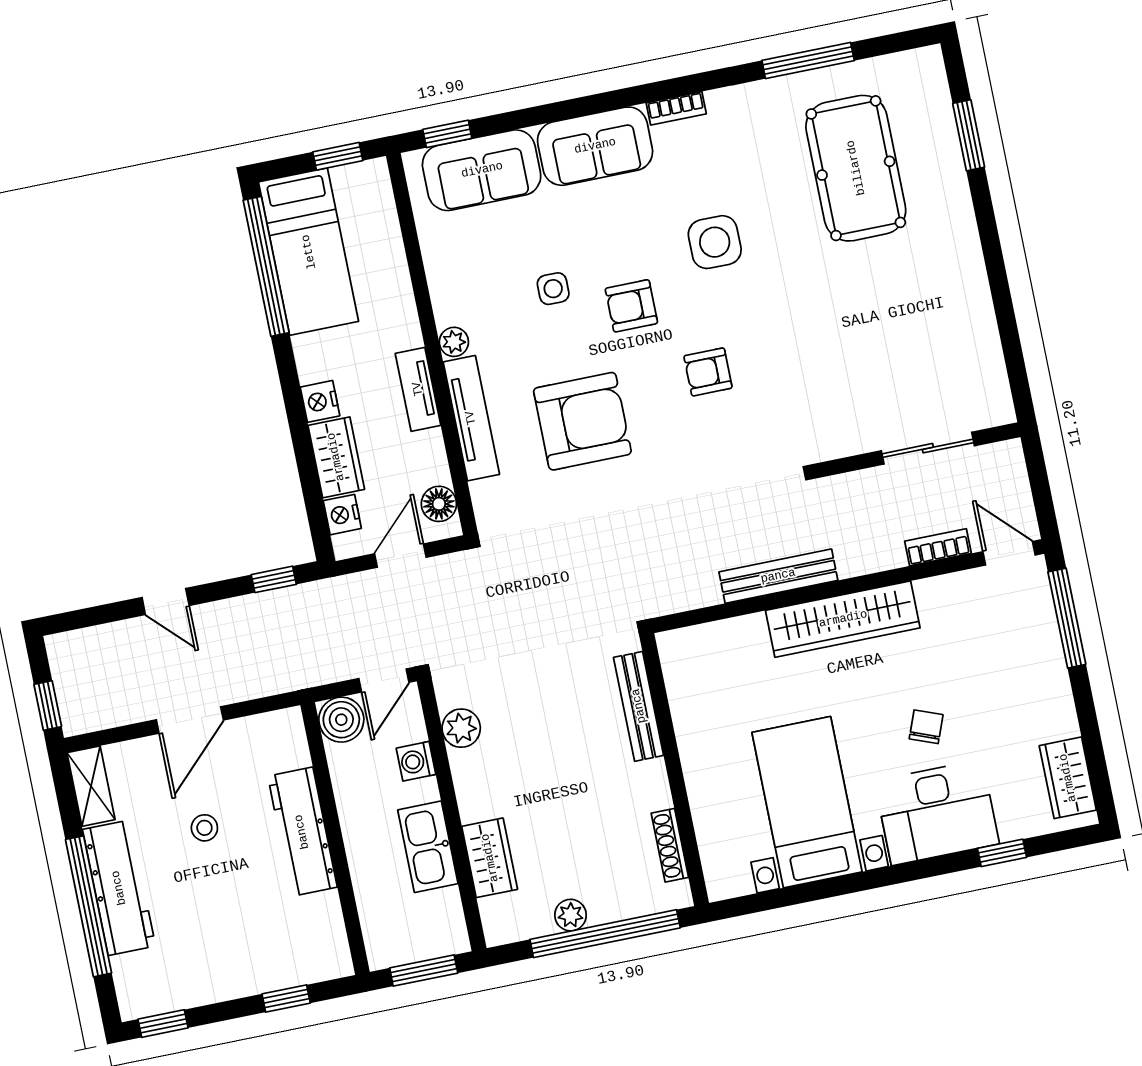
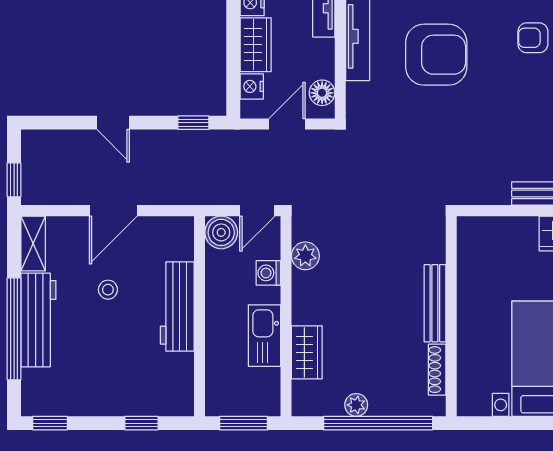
bench: (639, 706) -> (435, 303), moved

